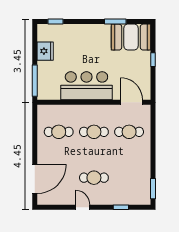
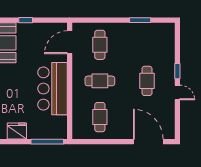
cafe table: (94, 132) -> (100, 81), turned 90
window: (153, 189) -> (140, 20), moved
door: (83, 207) -> (177, 92), swing flipped
window: (121, 207) -> (177, 71), moved

